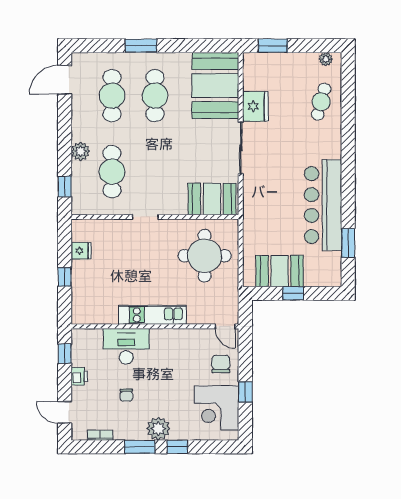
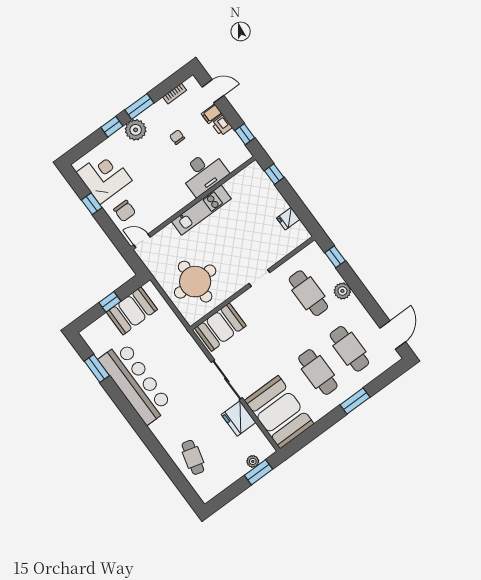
plant: (326, 59) -> (253, 461), moved
window: (65, 277) -> (274, 174), moved
filing cabinet: (80, 393) -> (212, 114), added

